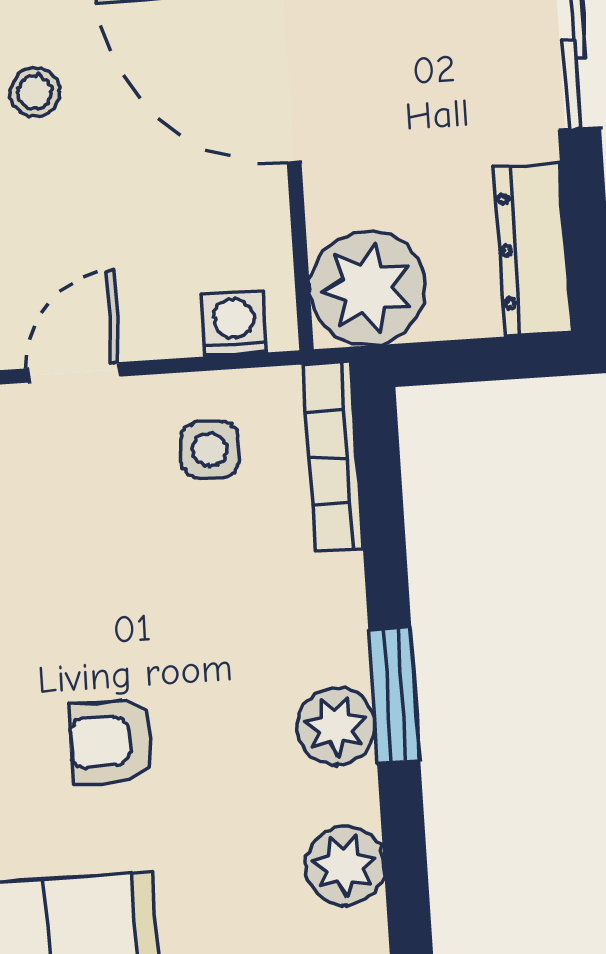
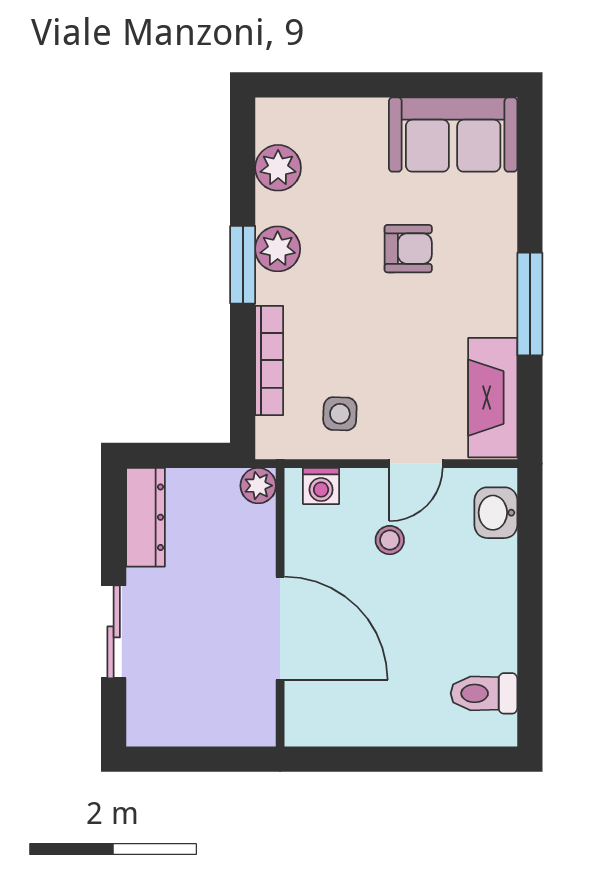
stool: (35, 92) -> (390, 540), moved
plant: (367, 288) -> (258, 486), width x0.53, depth x0.53
bookcase: (333, 457) -> (269, 360), moved

